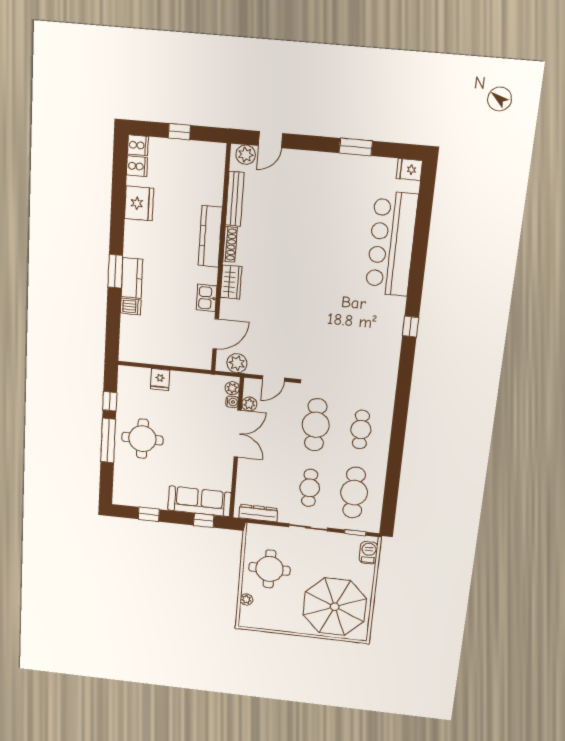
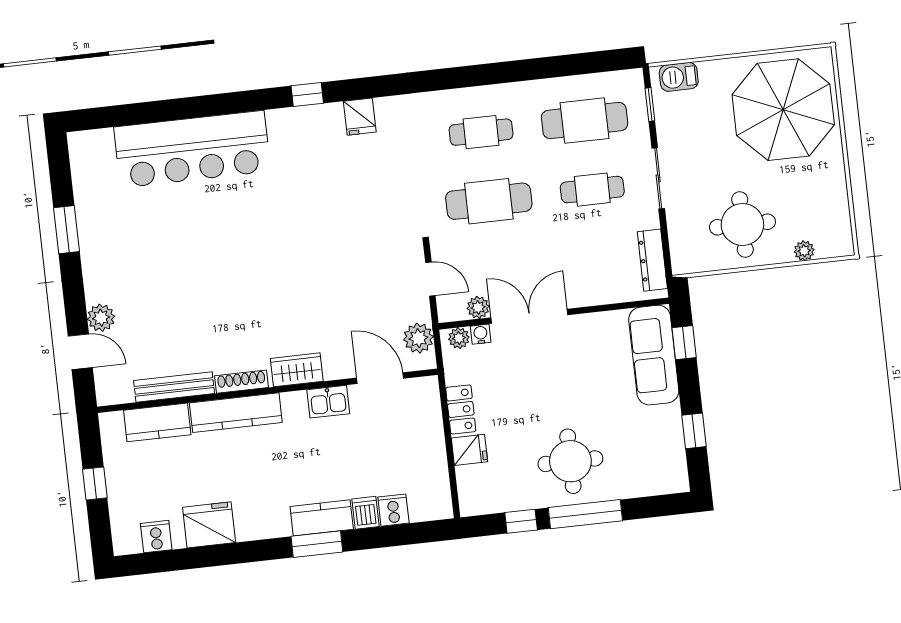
cooker: (138, 145) -> (393, 510), moved
plant: (246, 155) -> (101, 318), moved
fridge: (409, 170) -> (360, 117), moved
kitchen counter: (213, 183) -> (157, 422), added
locker: (187, 380) -> (461, 409), added

